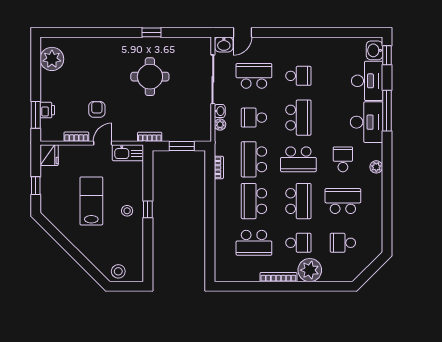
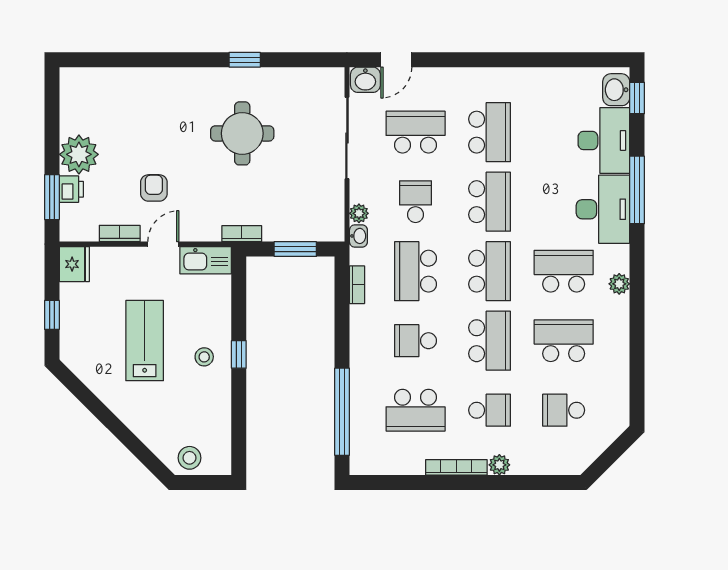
plant: (52, 59) -> (79, 154), moved
school desk: (298, 76) -> (490, 132), width x1.85
washbasin: (220, 111) -> (358, 236), moved
school desk: (254, 118) -> (416, 202), turned 90
school desk: (298, 159) -> (490, 271), turned -90
school desk: (343, 159) -> (564, 271), width x1.85
school desk: (254, 201) -> (416, 341), width x0.54
window: (210, 244) -> (342, 412), added
plant: (310, 270) -> (499, 465), width x0.53, depth x0.53

